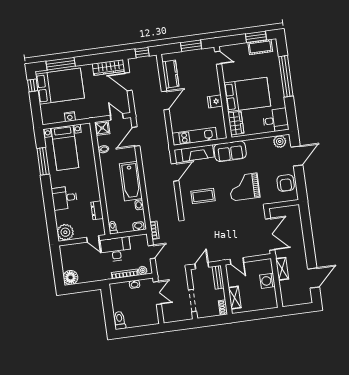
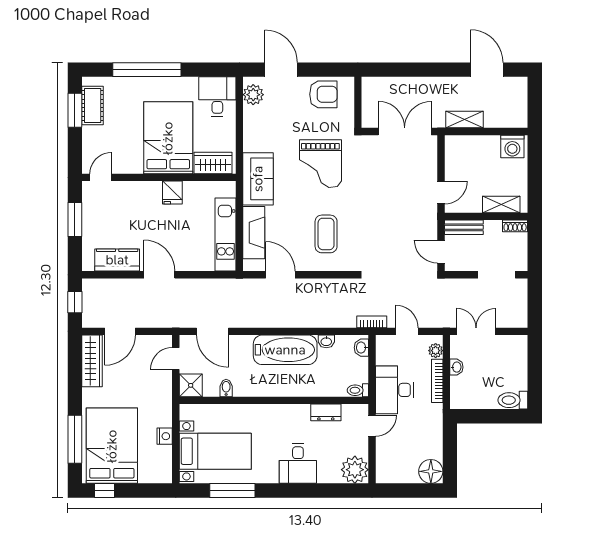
washing machine: (267, 281) -> (512, 146), moved

